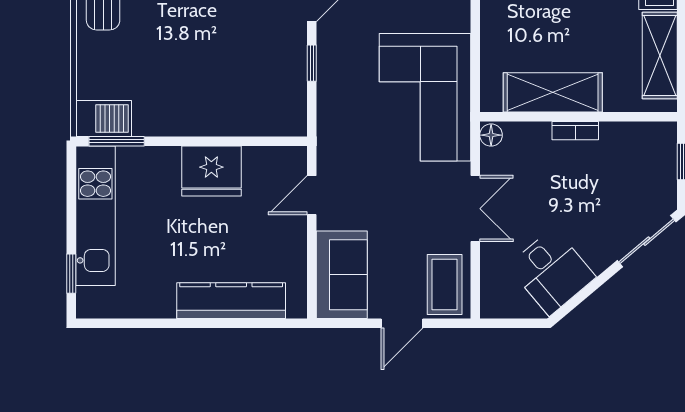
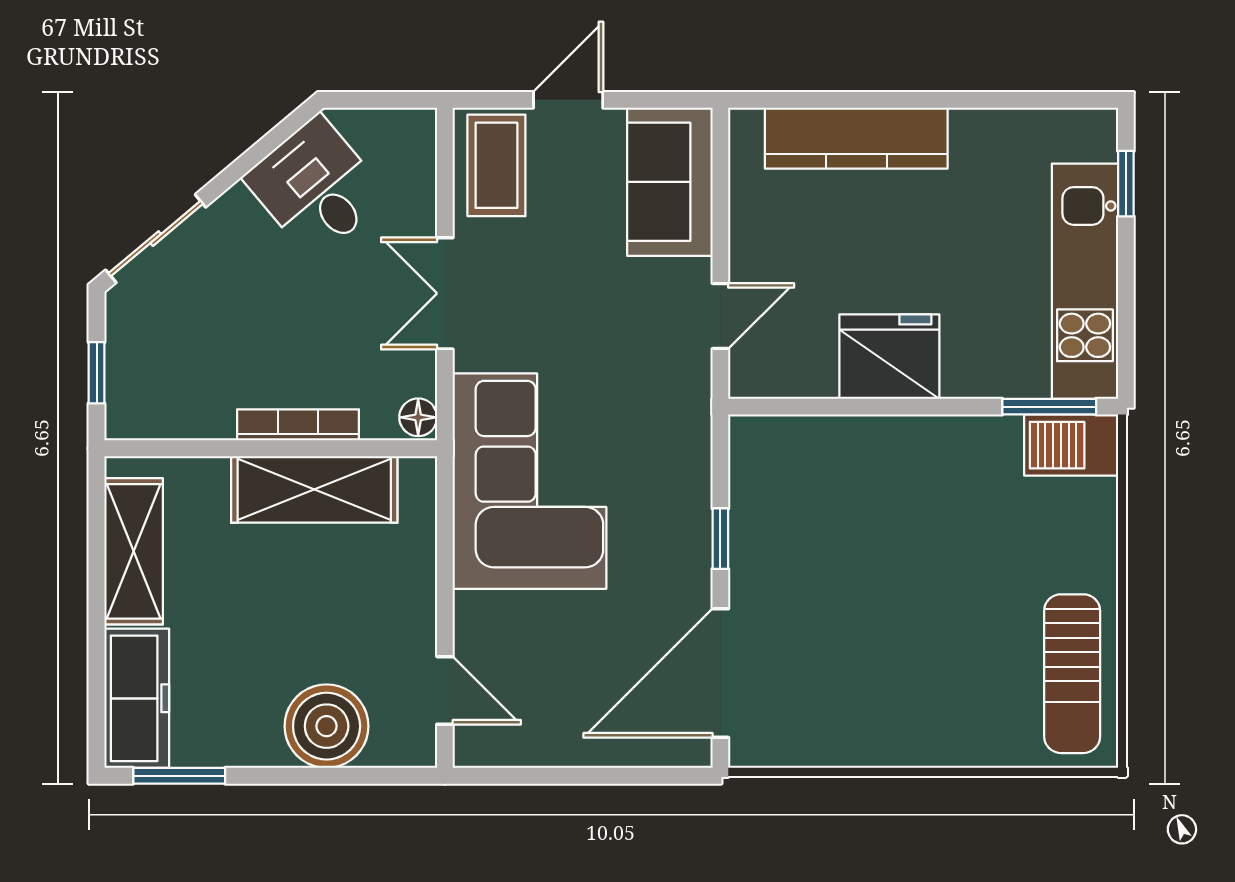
bookcase: (575, 131) -> (298, 425), width x1.56

